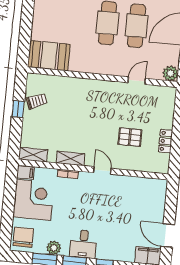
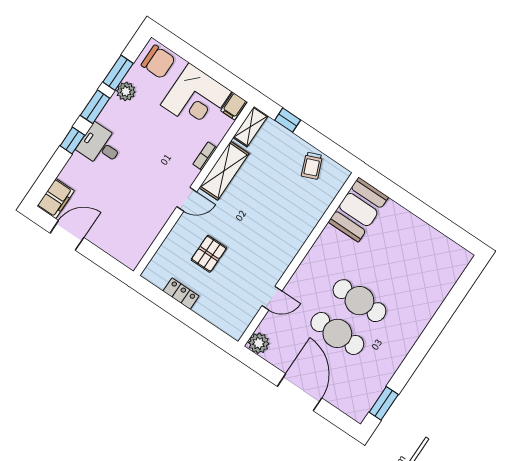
door: (137, 81) -> (272, 298), hinge flipped
window: (18, 109) -> (288, 120), moved
shelving: (71, 158) -> (224, 171), width x1.50, depth x1.33
desk: (83, 244) -> (100, 146), moved

